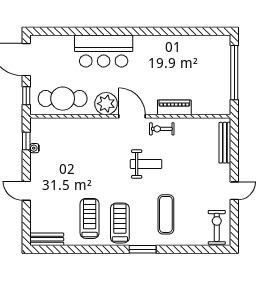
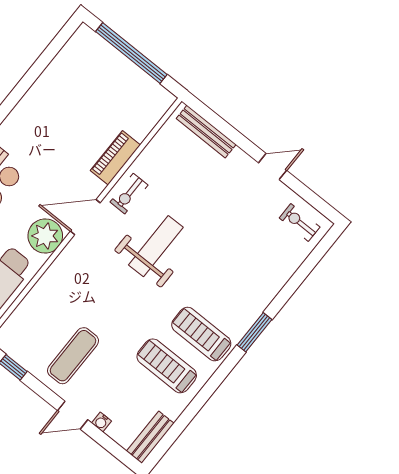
water cooler: (34, 148) -> (101, 422), moved
weight bench: (146, 164) -> (156, 246), width x1.36, depth x1.33
door: (234, 191) -> (273, 167), hinge flipped
exercise mat: (166, 214) -> (73, 356), moved, turned 90
exercise bike: (217, 227) -> (300, 222), width x0.73, depth x0.72

